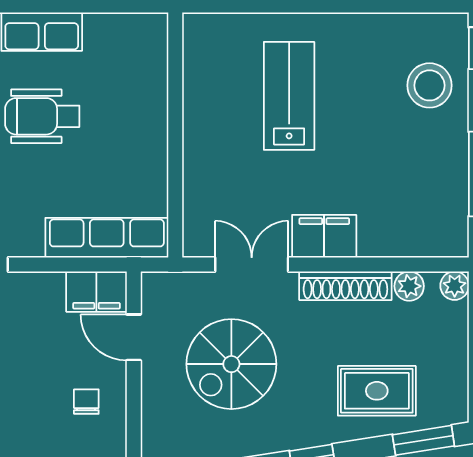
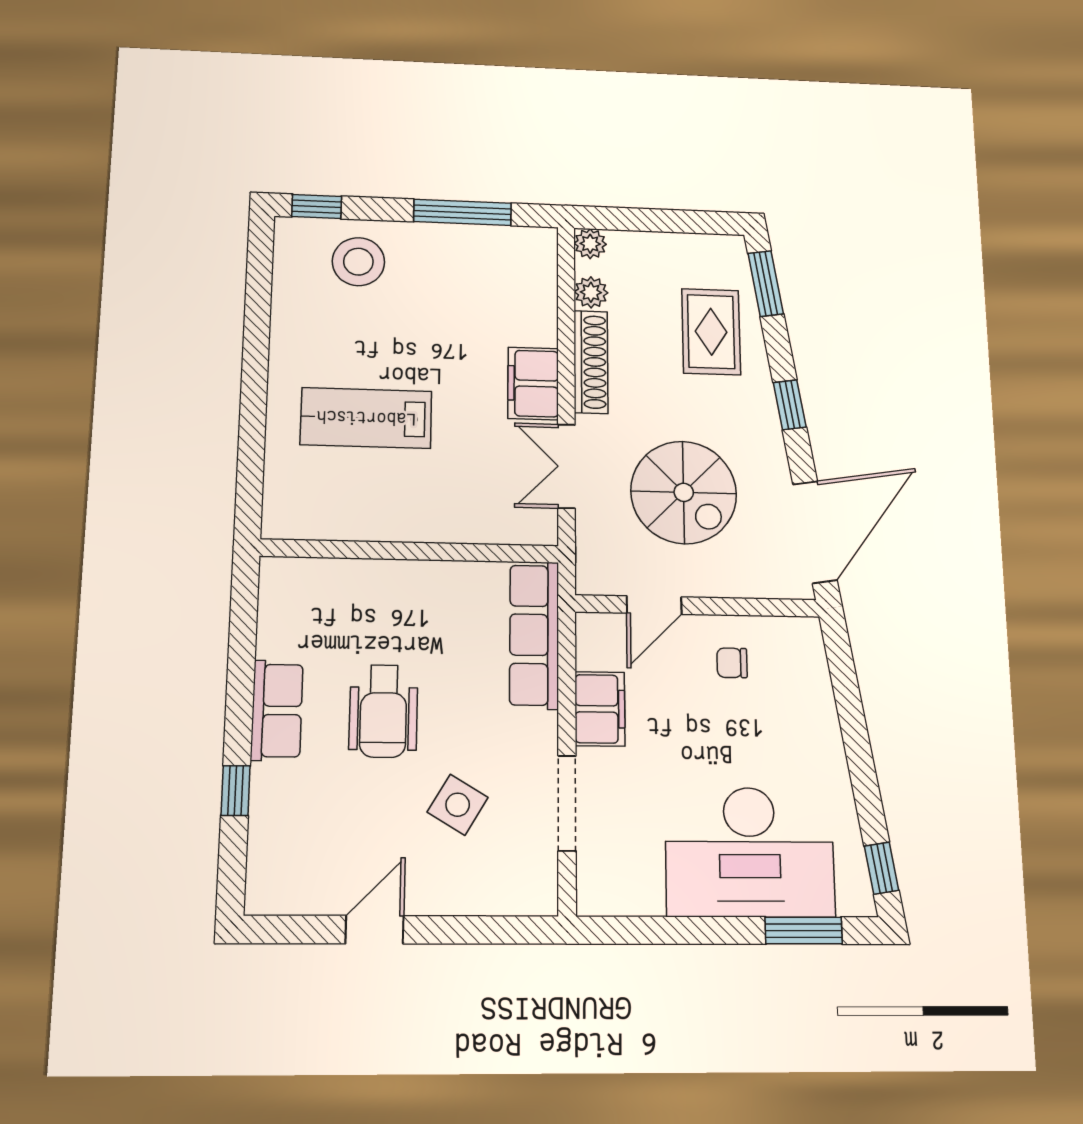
filing cabinet: (96, 292) -> (600, 709), moved

